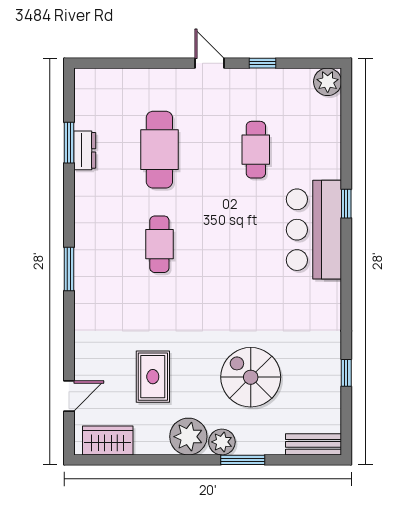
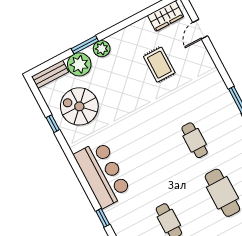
bar counter: (314, 230) -> (102, 174), moved
spiral stairs: (251, 377) -> (79, 106), moved, turned 180
plant: (188, 437) -> (79, 64), moved

